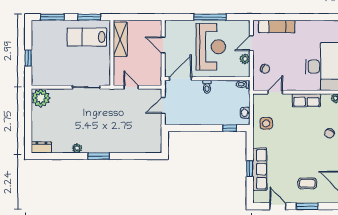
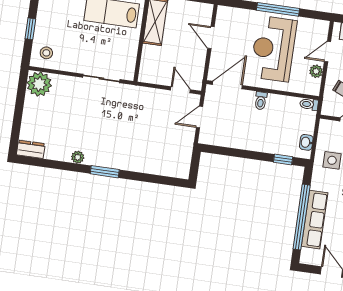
reception desk: (211, 47) -> (273, 49), turned 180
stool: (43, 74) -> (46, 53), added
door: (131, 87) -> (180, 90), moved
window: (250, 169) -> (302, 217), width x3.17

